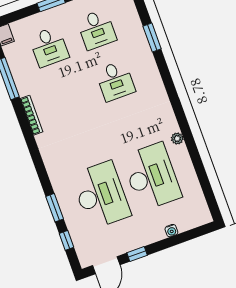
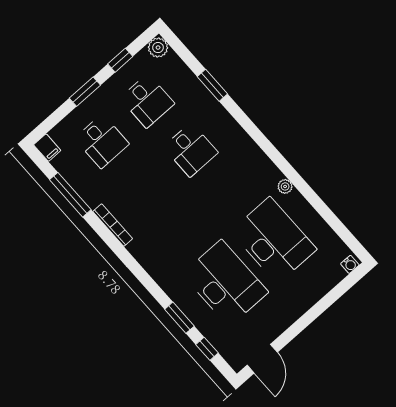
water cooler: (171, 231) -> (350, 264), moved
window: (137, 254) -> (292, 333), removed

